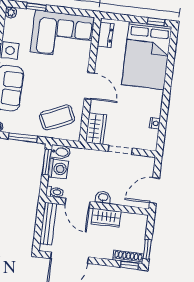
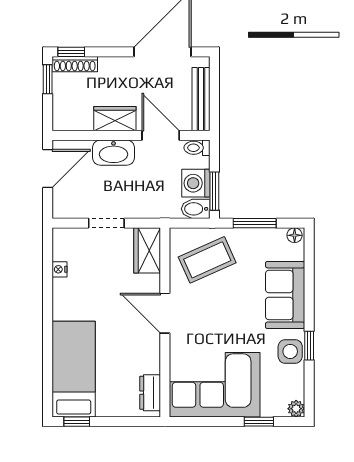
bed: (147, 56) -> (74, 369), width x0.67
washbasin: (103, 197) -> (113, 153), width x1.91, depth x1.45

